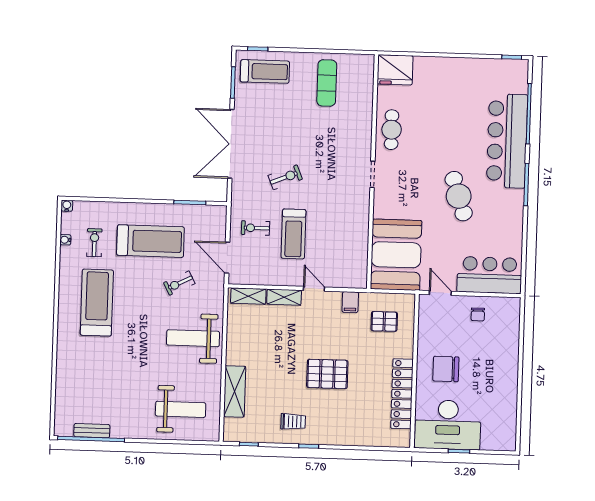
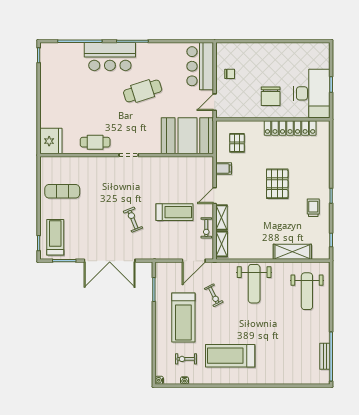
bar counter: (507, 141) -> (110, 57), width x0.73
exercise bike: (255, 228) -> (206, 228), moved
treadmill: (150, 241) -> (183, 318), turned 180
weight bench: (181, 409) -> (307, 291), turned 180

